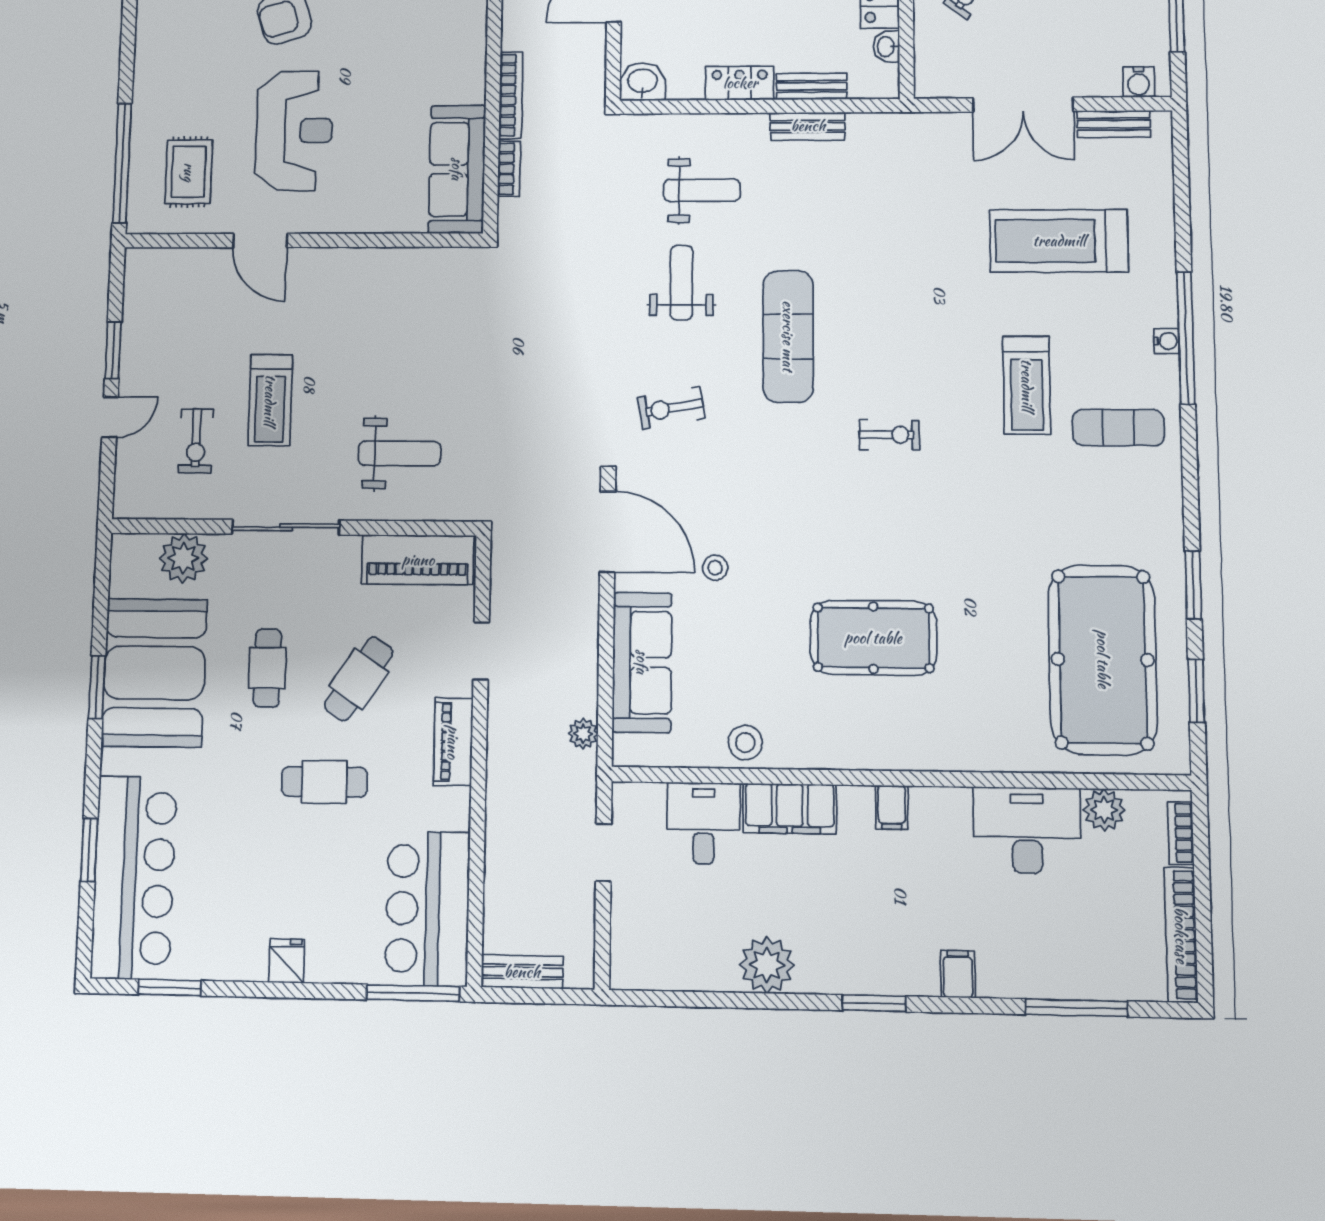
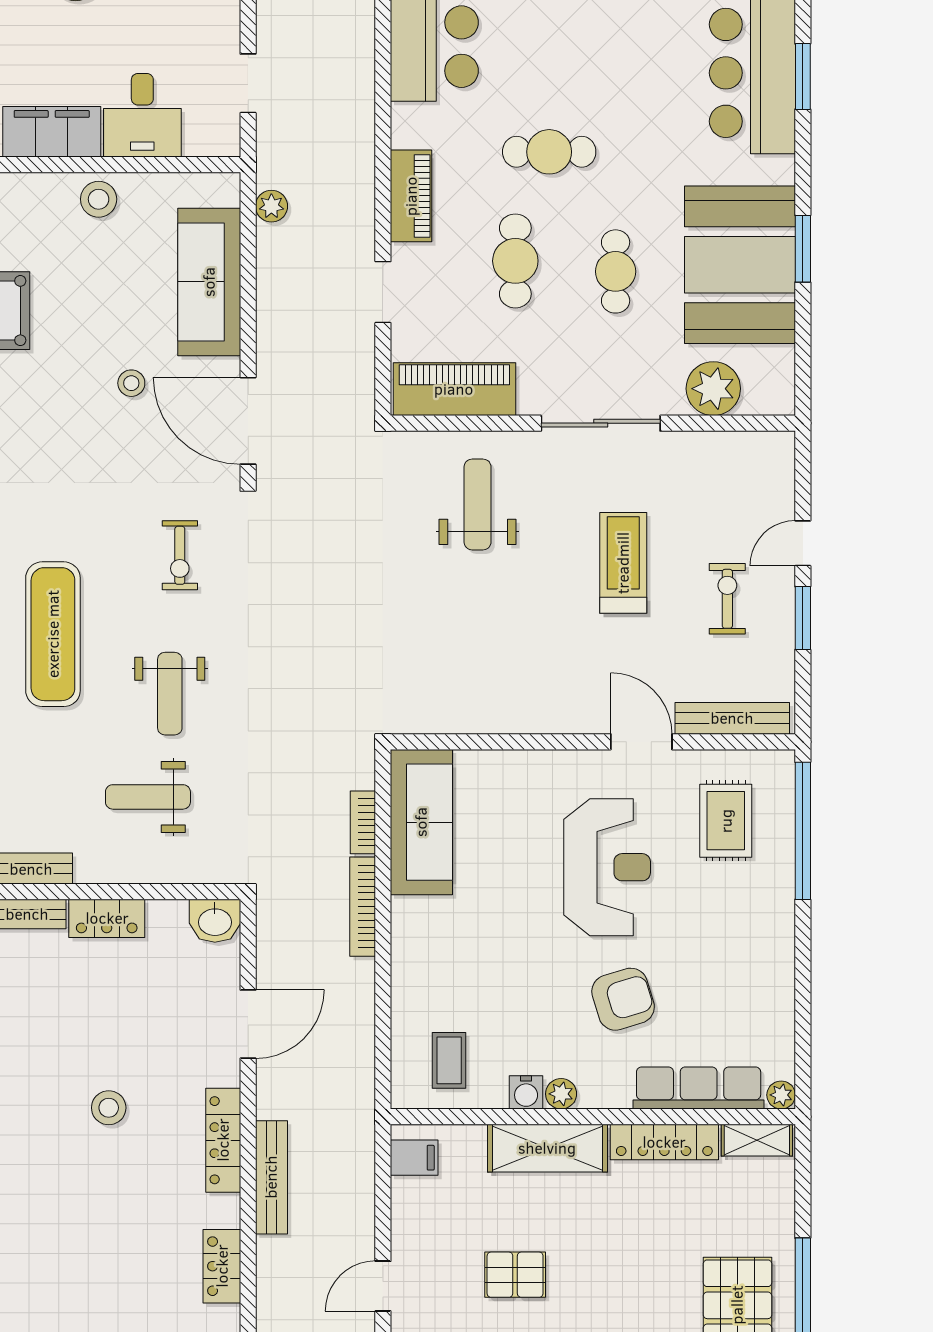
reception desk: (294, 131) -> (607, 867), turned 180
bench: (179, 261) -> (732, 718), added
exercise bike: (671, 408) -> (180, 555), turned 100
exercise bike: (196, 441) -> (727, 599), moved
weight bench: (399, 453) -> (478, 504), turned 90
cafe table: (359, 679) -> (515, 261), turned -34

